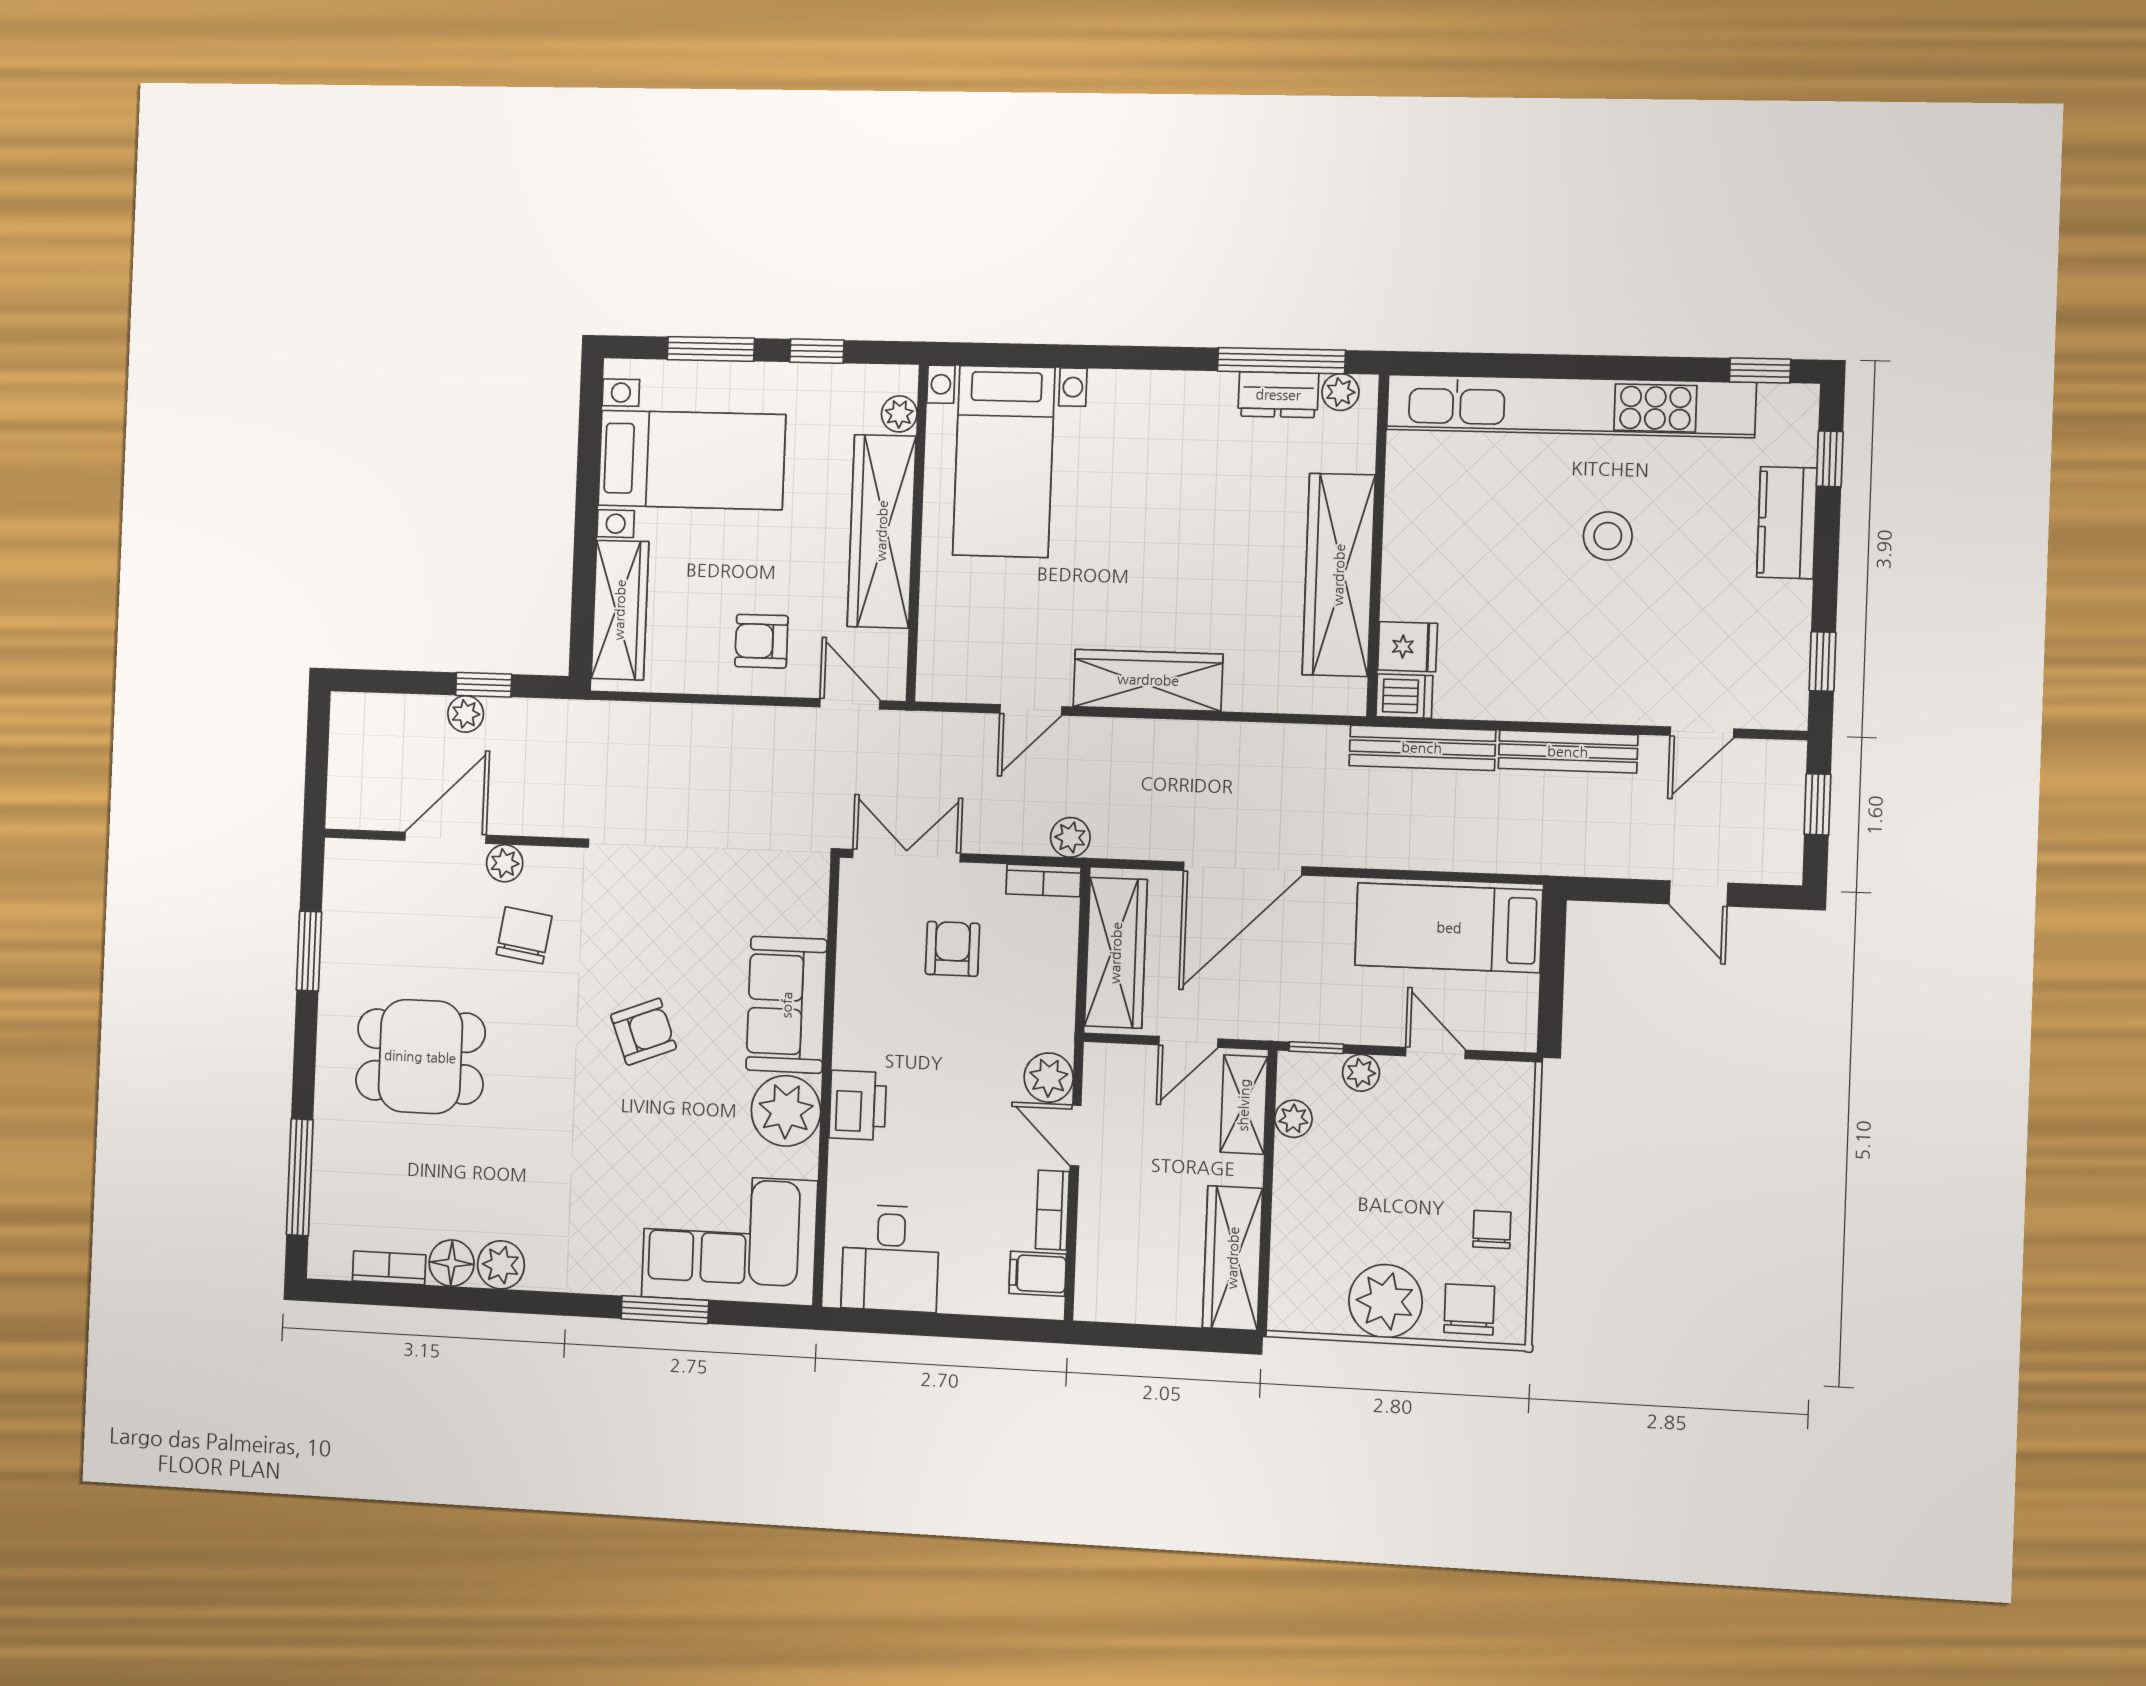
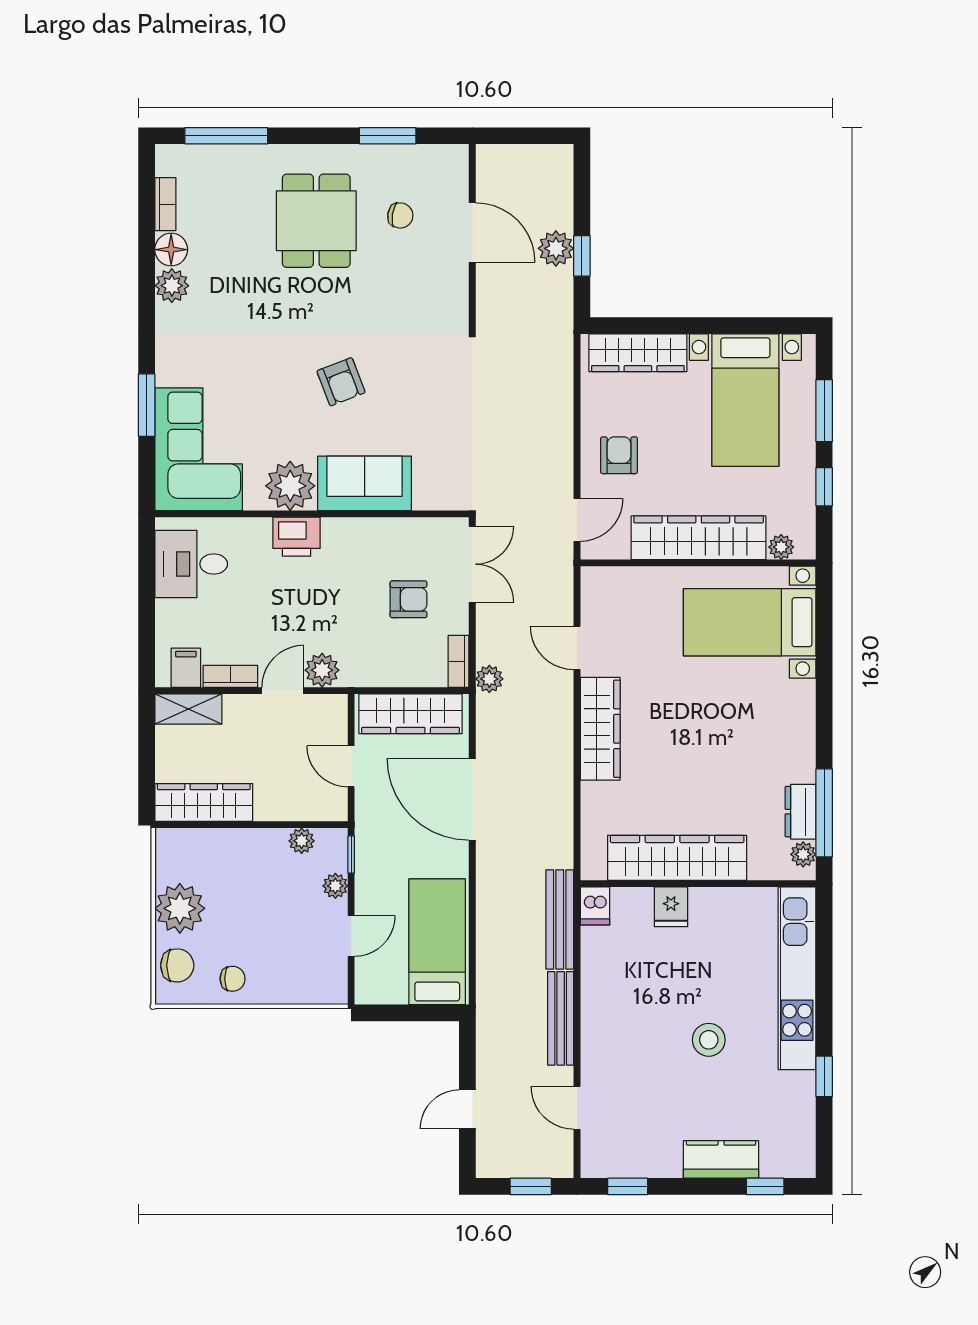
window: (1760, 370) -> (824, 1076), moved
kitchen unit: (1570, 406) -> (797, 978), width x0.73
fridge: (1408, 647) -> (671, 907), moved
plant: (466, 714) -> (556, 248), width x1.38, depth x1.38
plant: (505, 863) -> (456, 276), removed
chair: (524, 935) -> (400, 215), moved, width x0.73, depth x0.73
shelving: (1244, 1105) -> (188, 709), moved

